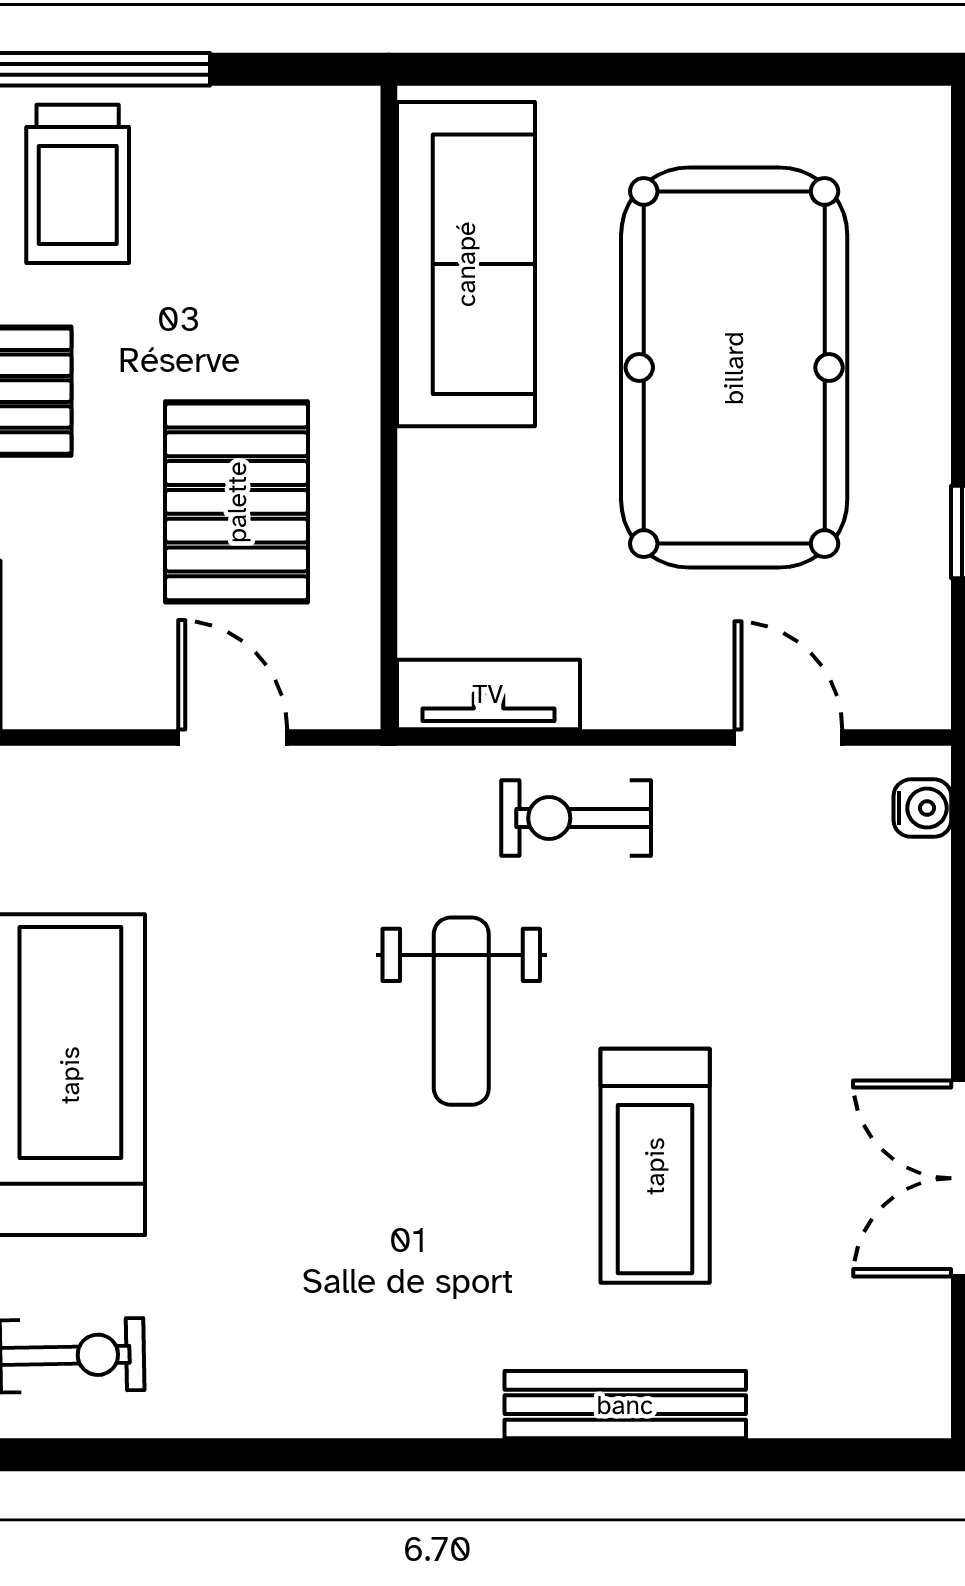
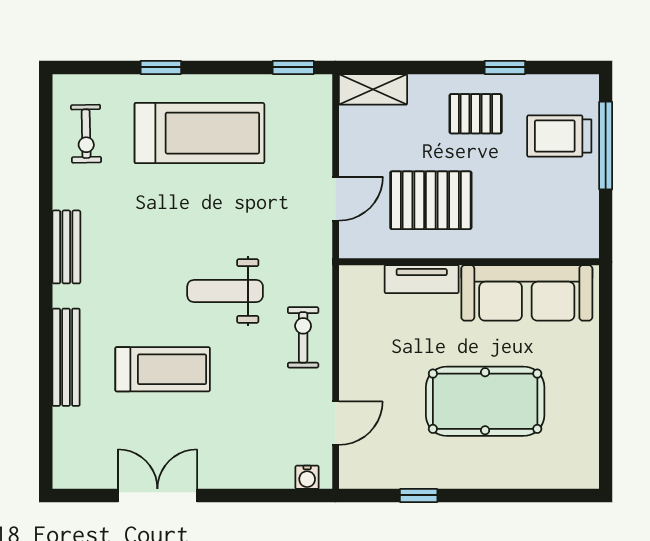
pool table: (734, 368) -> (485, 401), width x0.73, depth x0.76
tv unit: (488, 694) -> (422, 279), moved, turned 90
treadmill: (655, 1166) -> (163, 369), turned 180
bench: (352, 1404) -> (66, 247), added

